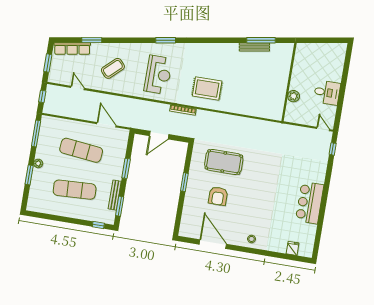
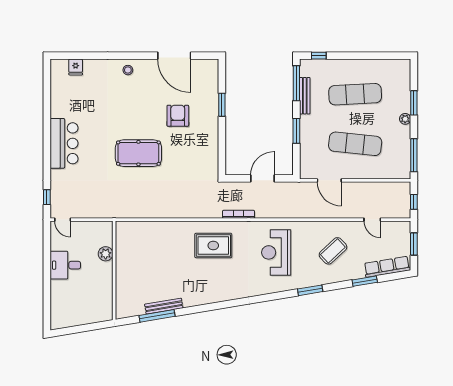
window: (166, 40) -> (310, 290), moved
pool table: (224, 162) -> (138, 153), moved
window: (184, 182) -> (222, 105), moved
bar counter: (310, 203) -> (64, 143), moved
window: (120, 206) -> (296, 83), width x1.44

